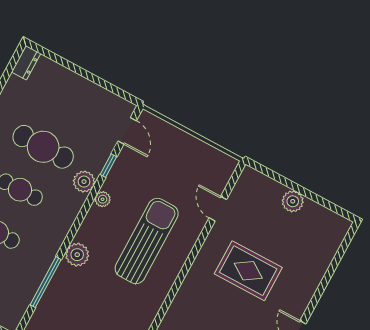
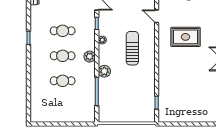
cafe table: (43, 147) -> (63, 31), width x0.73, depth x0.74
plant: (84, 182) -> (90, 57), moved
sun lounger: (147, 241) -> (132, 48), width x0.73, depth x0.75

